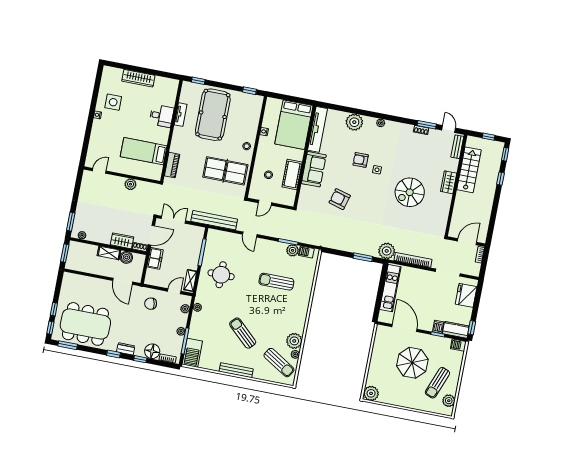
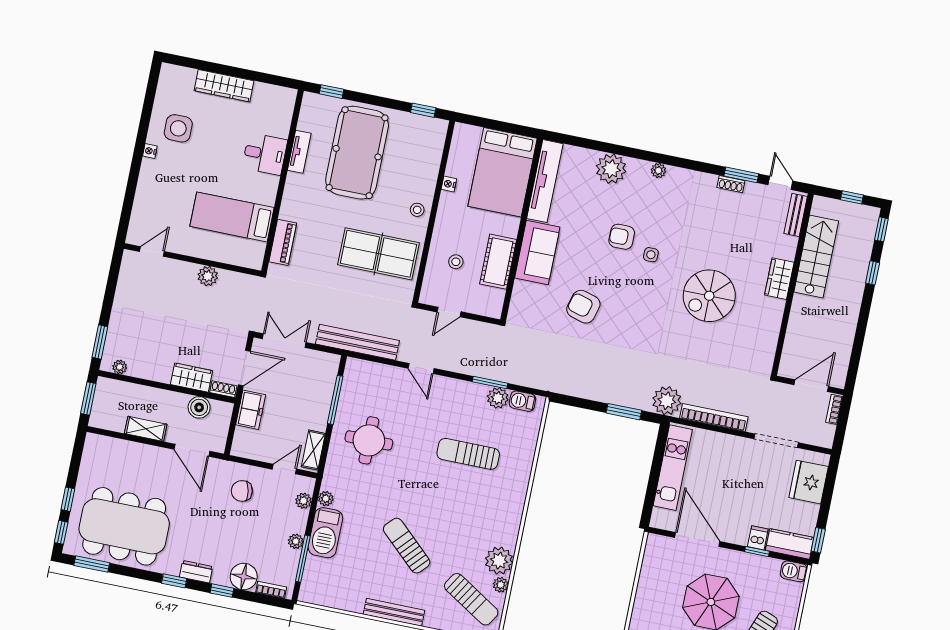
shelving: (109, 253) -> (146, 429), moved
barbecue: (192, 353) -> (325, 533), moved

